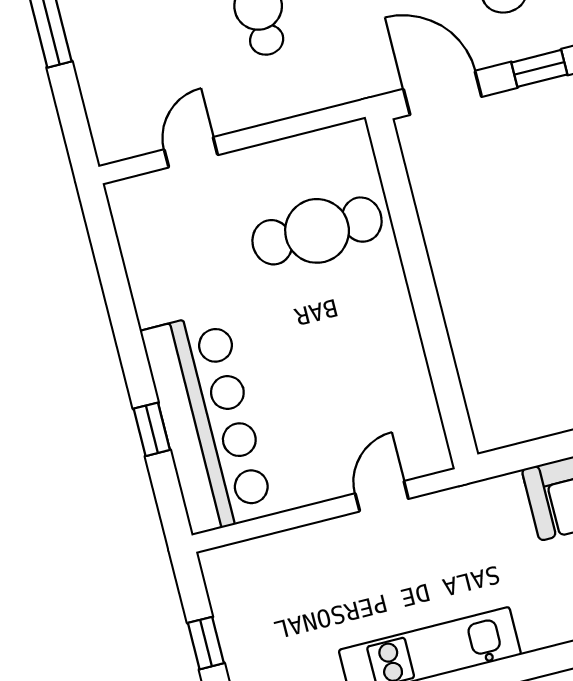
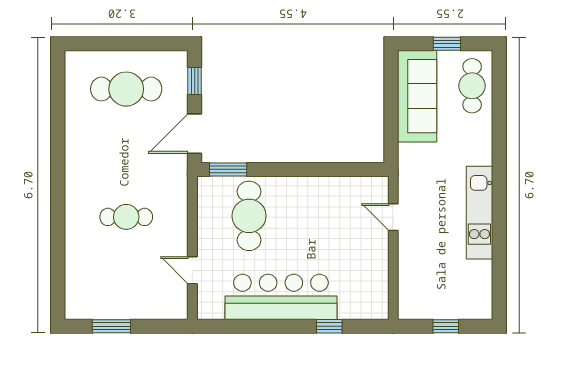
window: (392, 171) -> (228, 169), added
bar counter: (207, 423) -> (281, 297), moved

